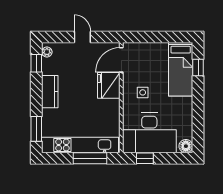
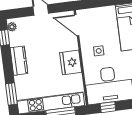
door: (121, 60) -> (77, 25), hinge flipped
fridge: (109, 85) -> (71, 62), moved

